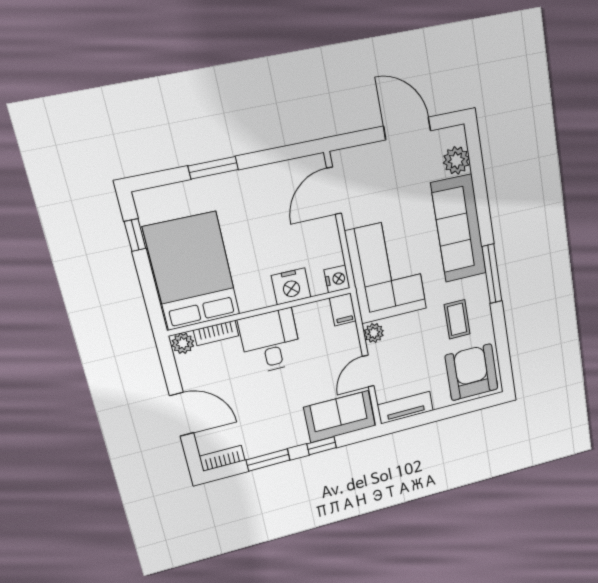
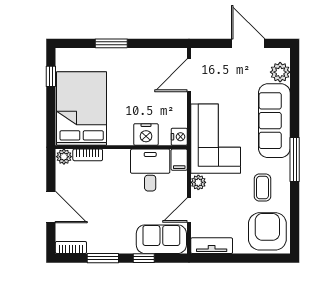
desk: (270, 341) -> (150, 170), moved

